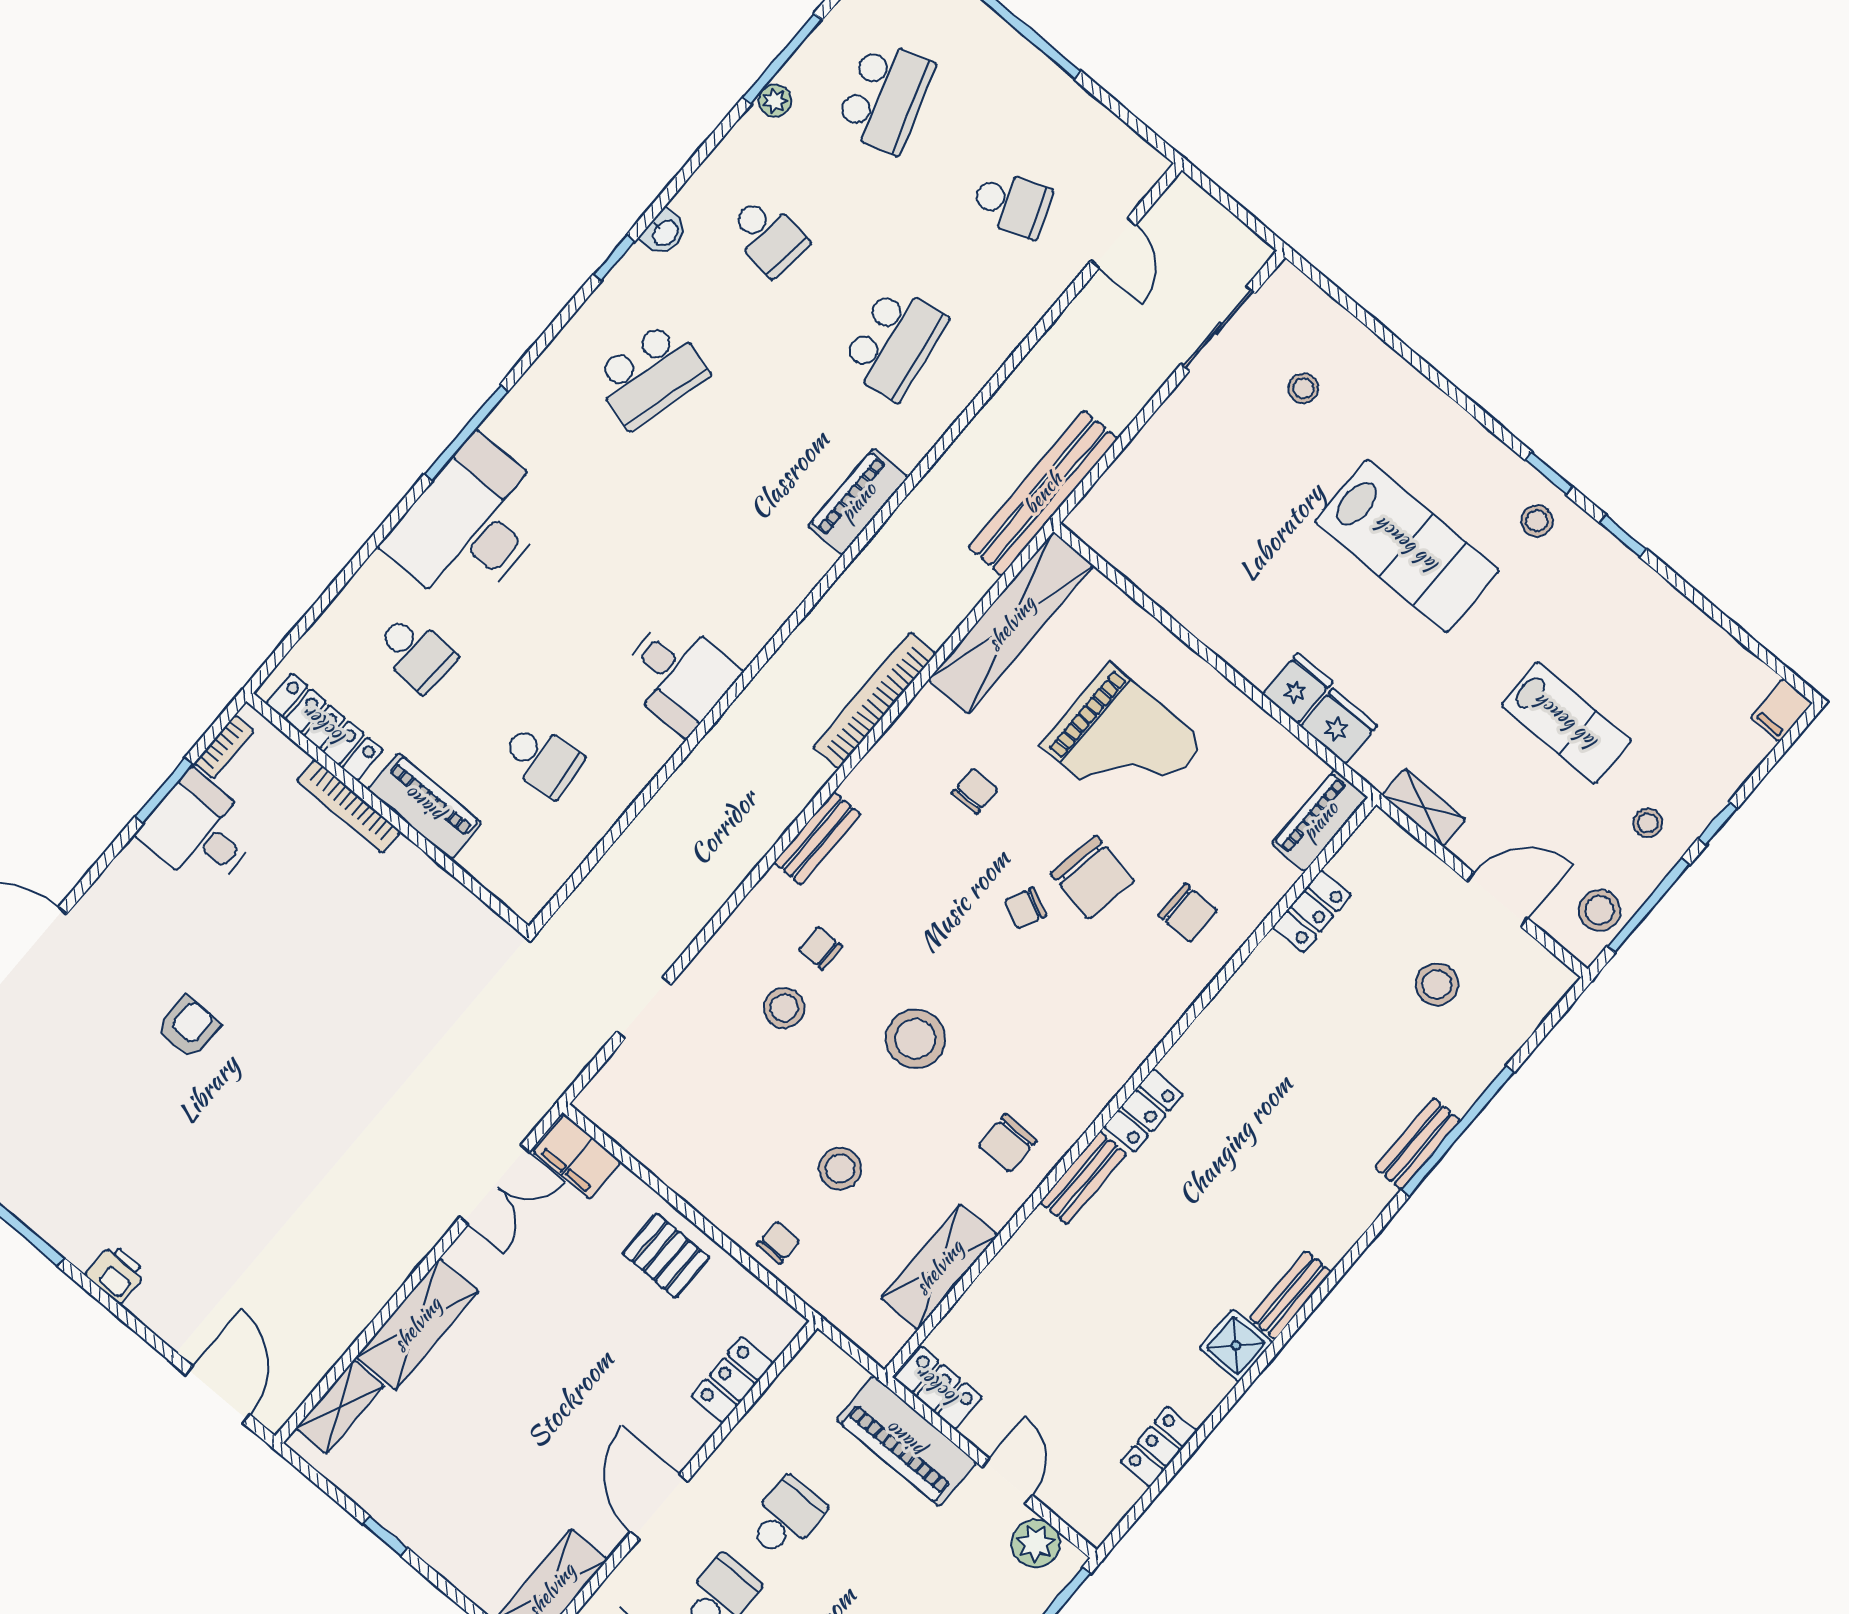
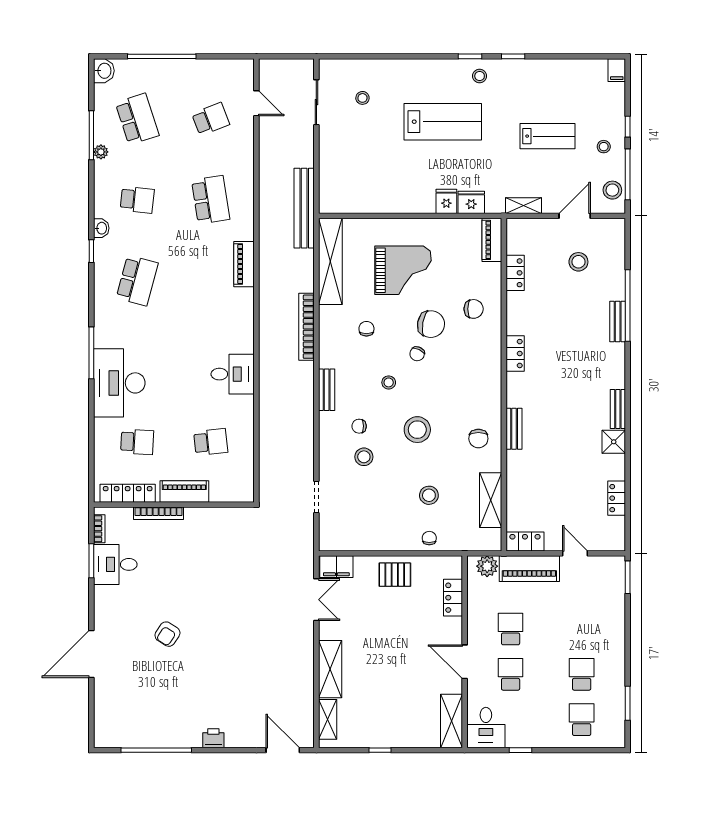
stool: (935, 916) -> (389, 382), added
armchair: (188, 1027) -> (167, 634), turned -147
locker: (1143, 1111) -> (515, 354), moved
plant: (1036, 1543) -> (487, 566), moved

